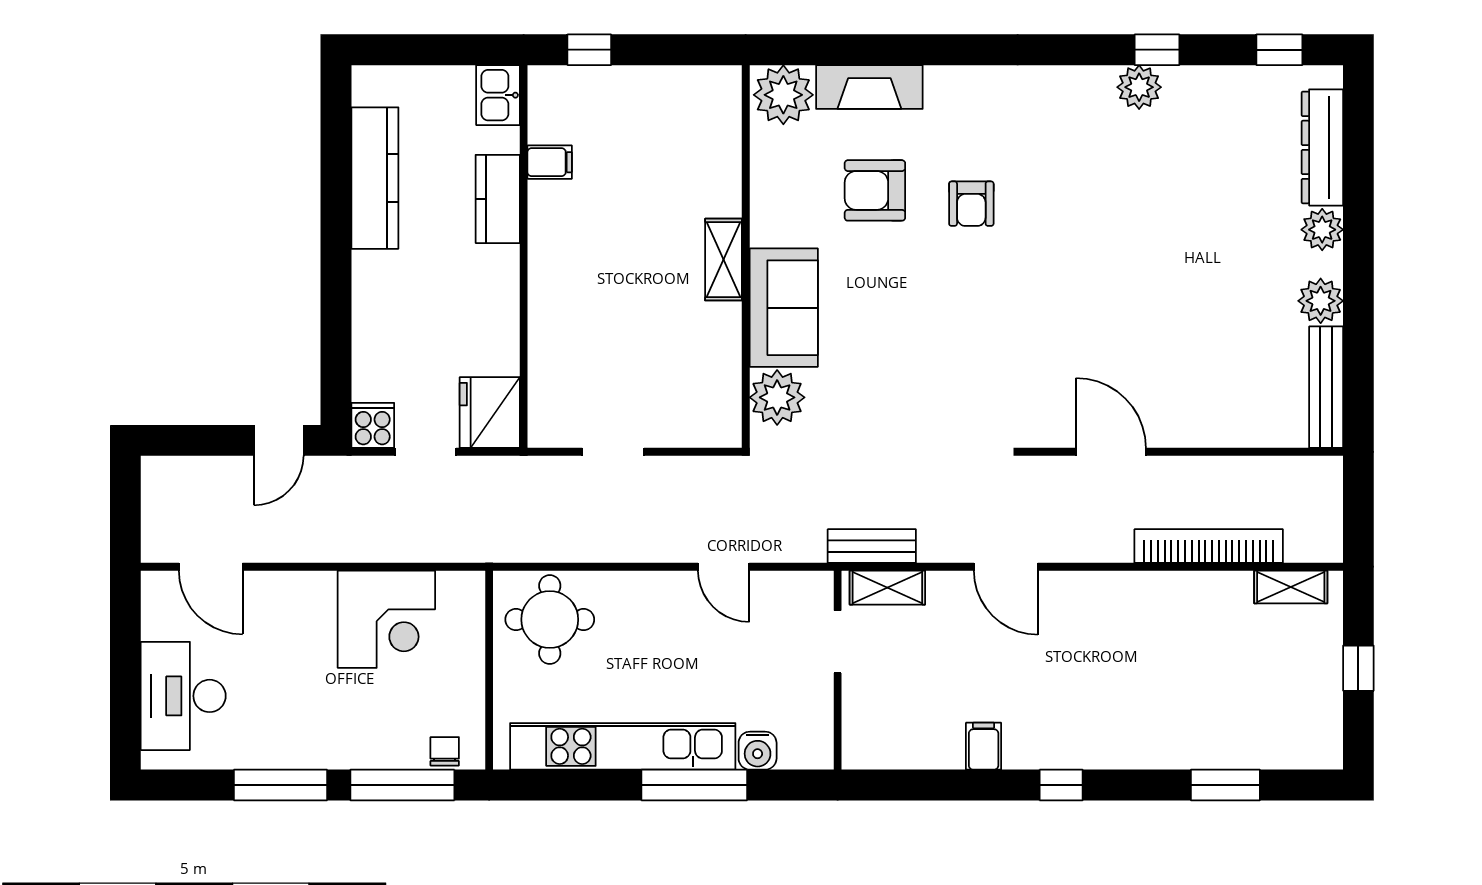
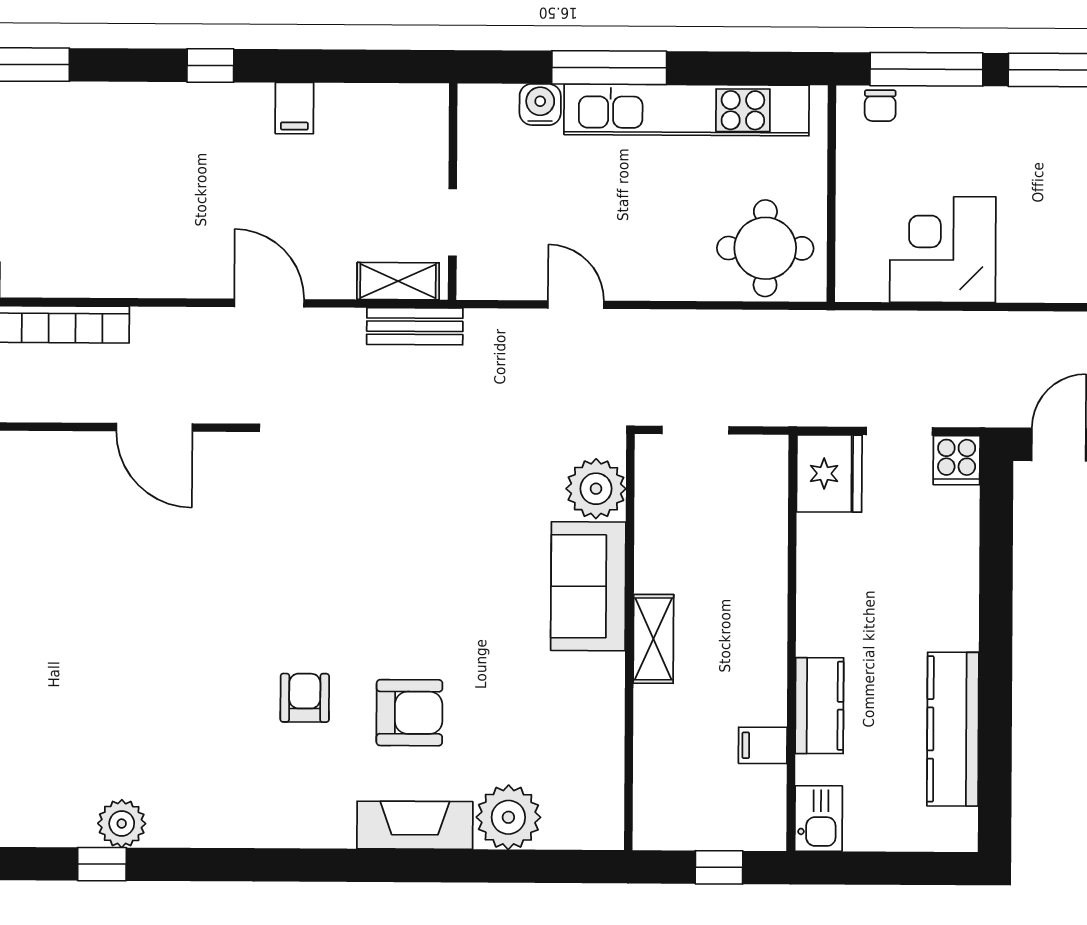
wall: (746, 257) -> (629, 642), moved
shelving: (723, 260) -> (653, 639), moved
sofa: (784, 308) -> (588, 586), moved
plant: (777, 397) -> (596, 489), moved

